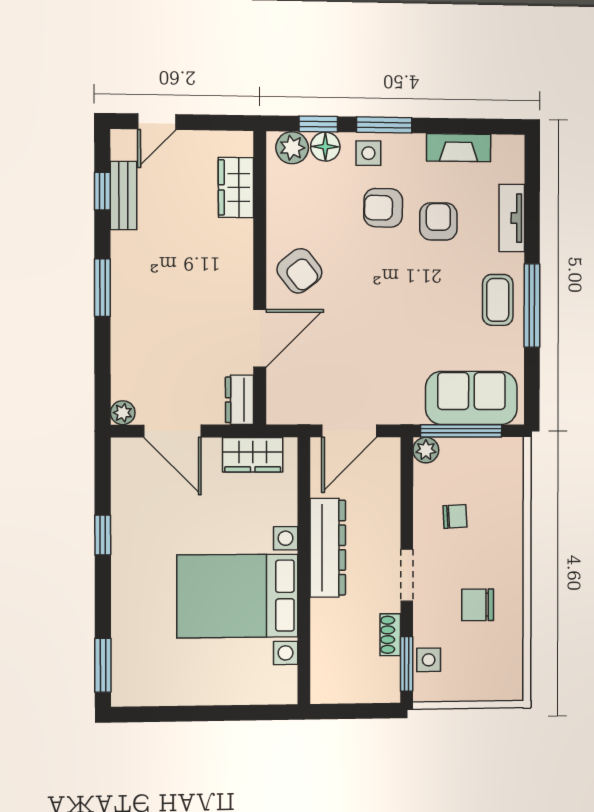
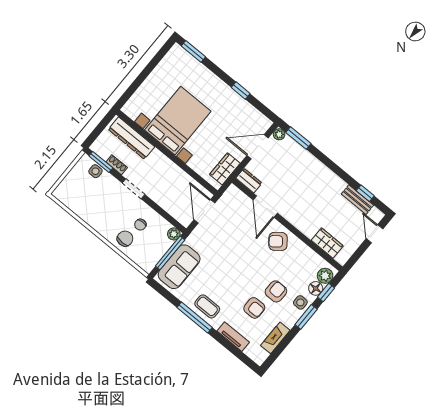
window: (102, 288) -> (298, 138), moved
dresser: (328, 548) -> (131, 138), moved
chair: (478, 605) -> (125, 239), moved

